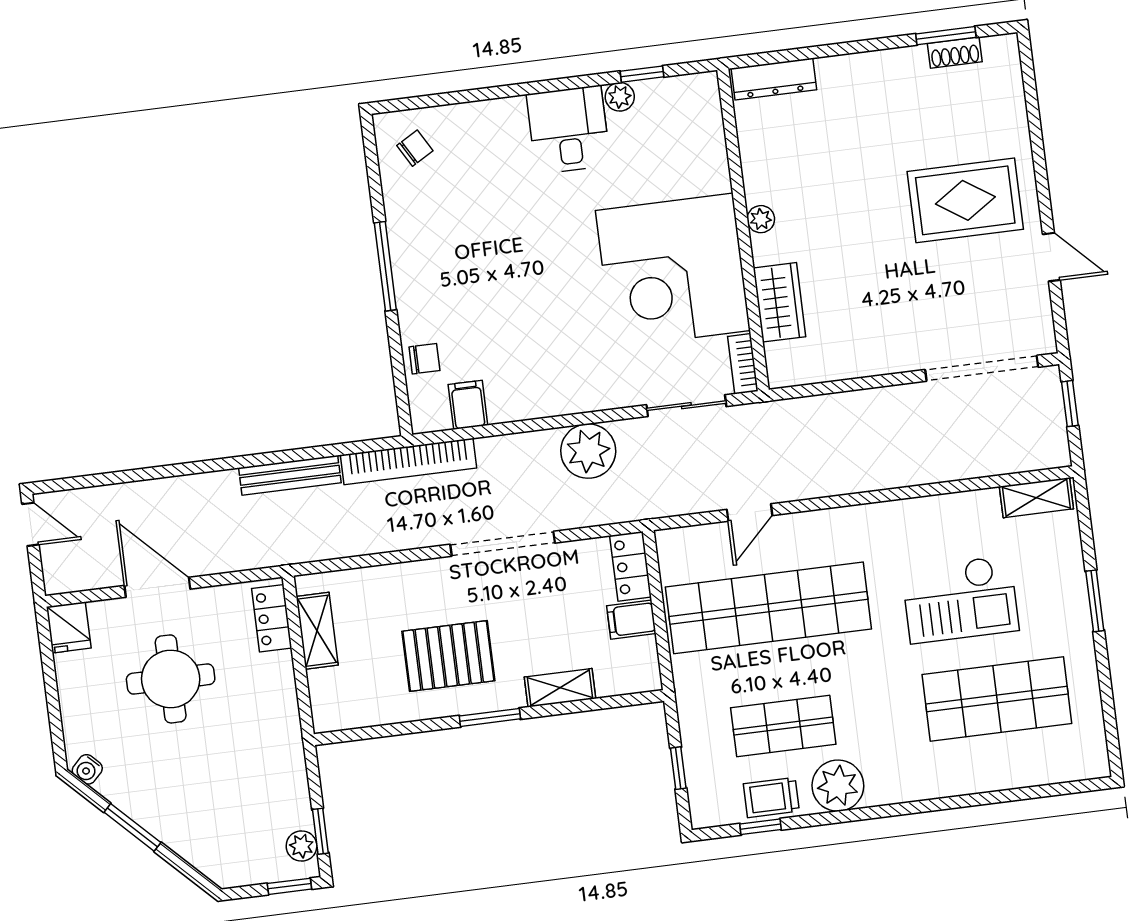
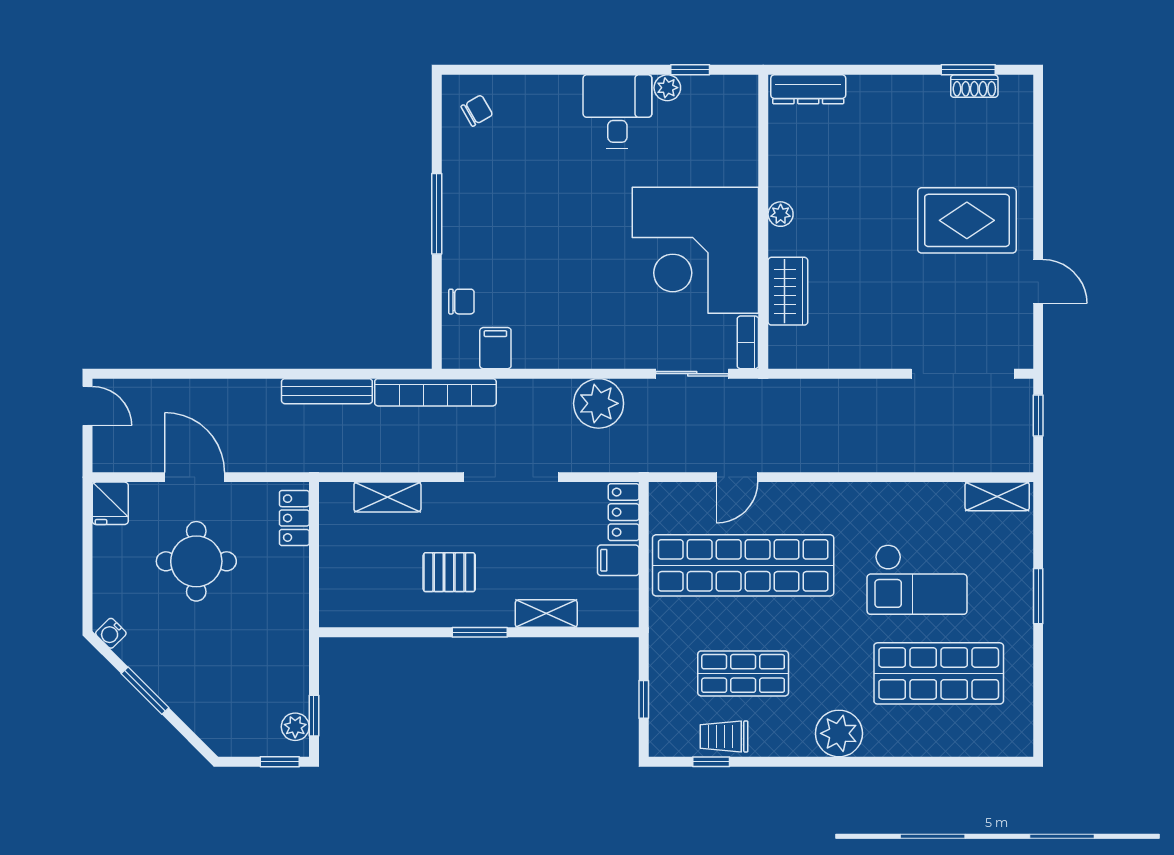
shelving: (317, 631) -> (387, 497), moved, turned 90
pallet: (448, 656) -> (449, 572), width x0.67, depth x0.71
plant: (838, 786) -> (839, 733), moved

